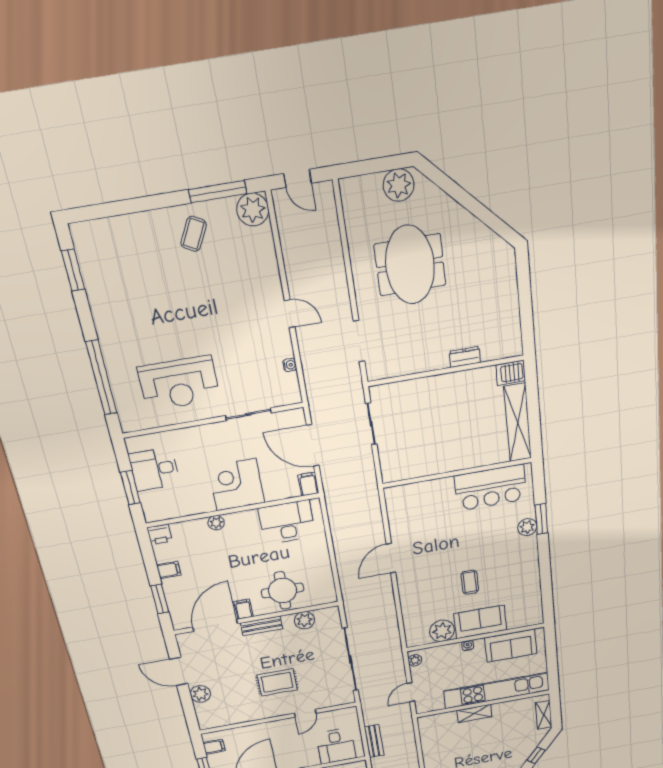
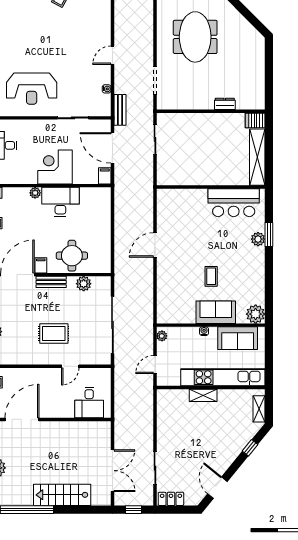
door: (290, 314) -> (112, 55), swing flipped
desk: (287, 522) -> (60, 202), moved
plant: (442, 631) -> (256, 314), moved
bench: (374, 741) -> (120, 110), moved

